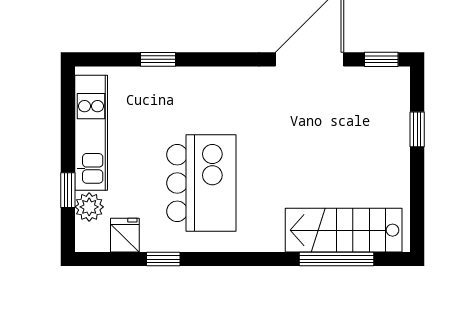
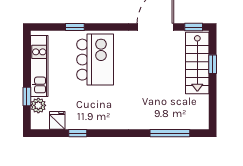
kitchen island: (201, 183) -> (95, 60), moved
stairs: (344, 230) -> (197, 63), moved, turned -90

